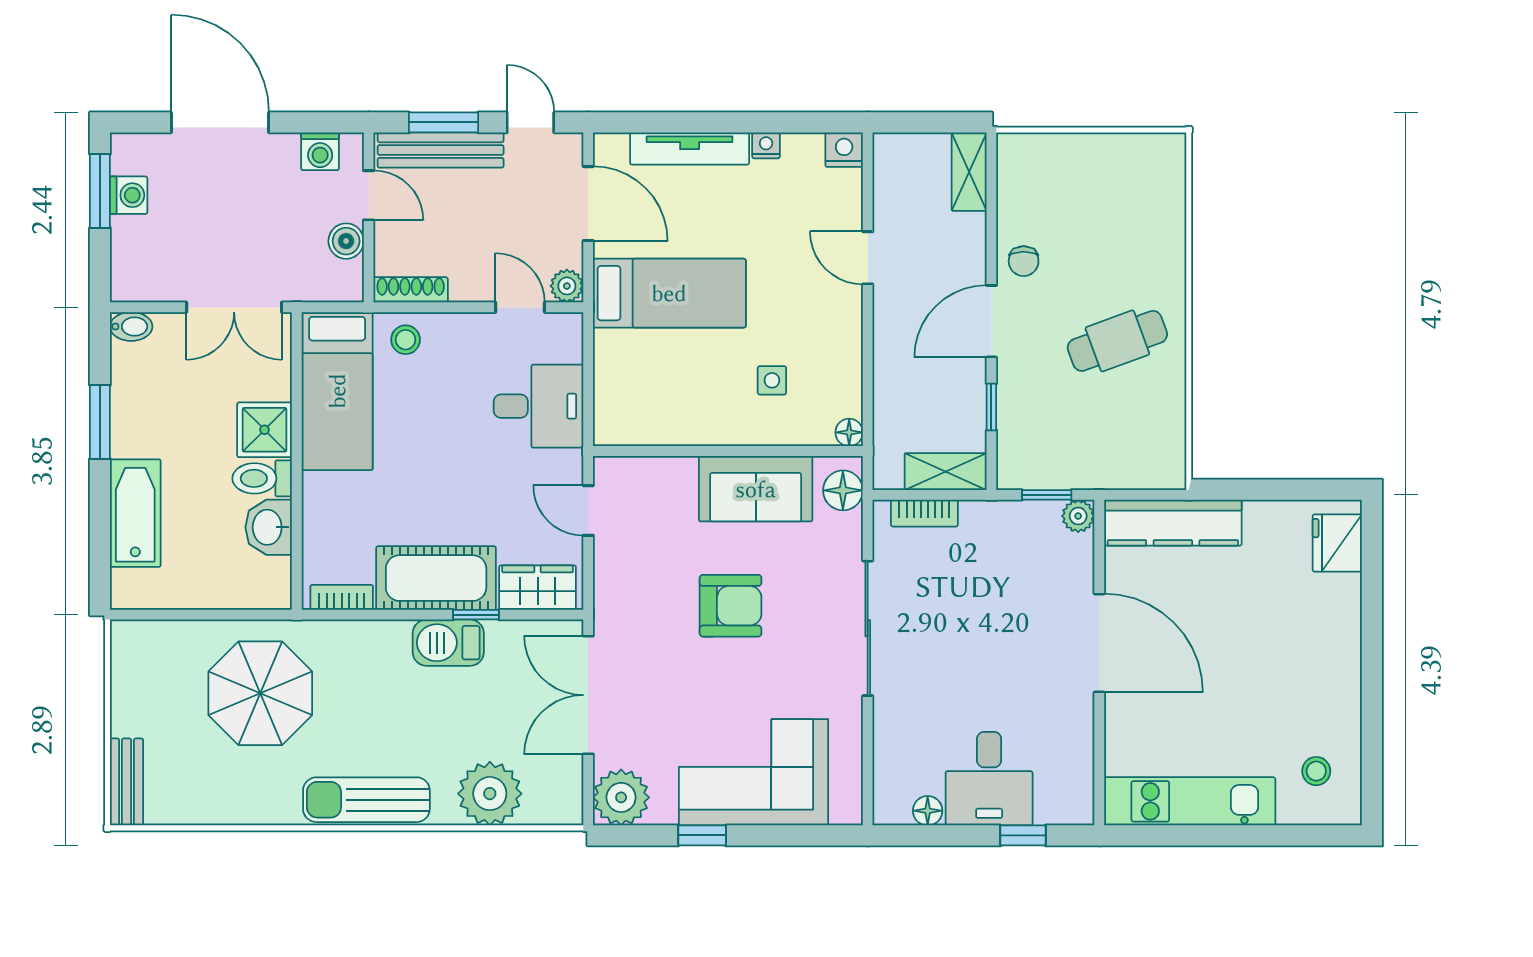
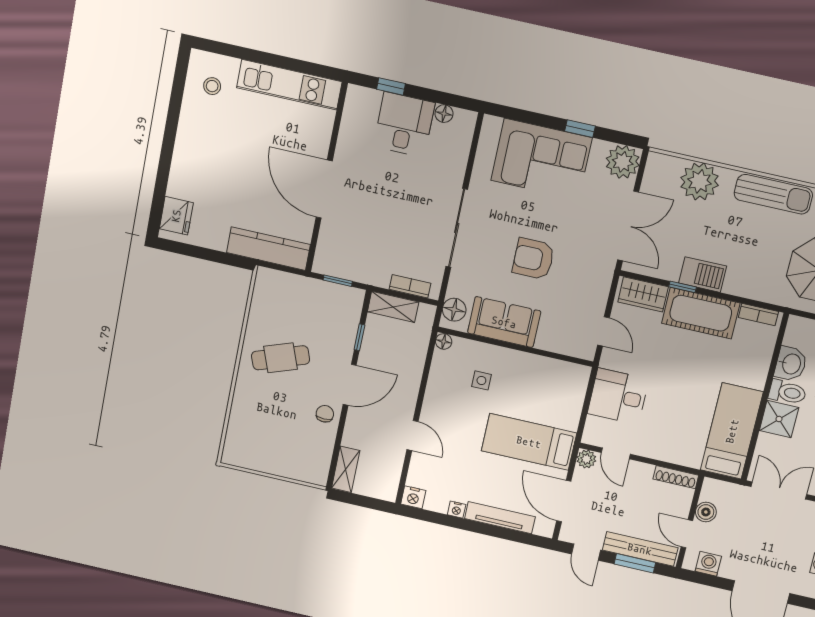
stool: (406, 340) -> (685, 450), removed
plant: (1078, 516) -> (322, 265), removed

